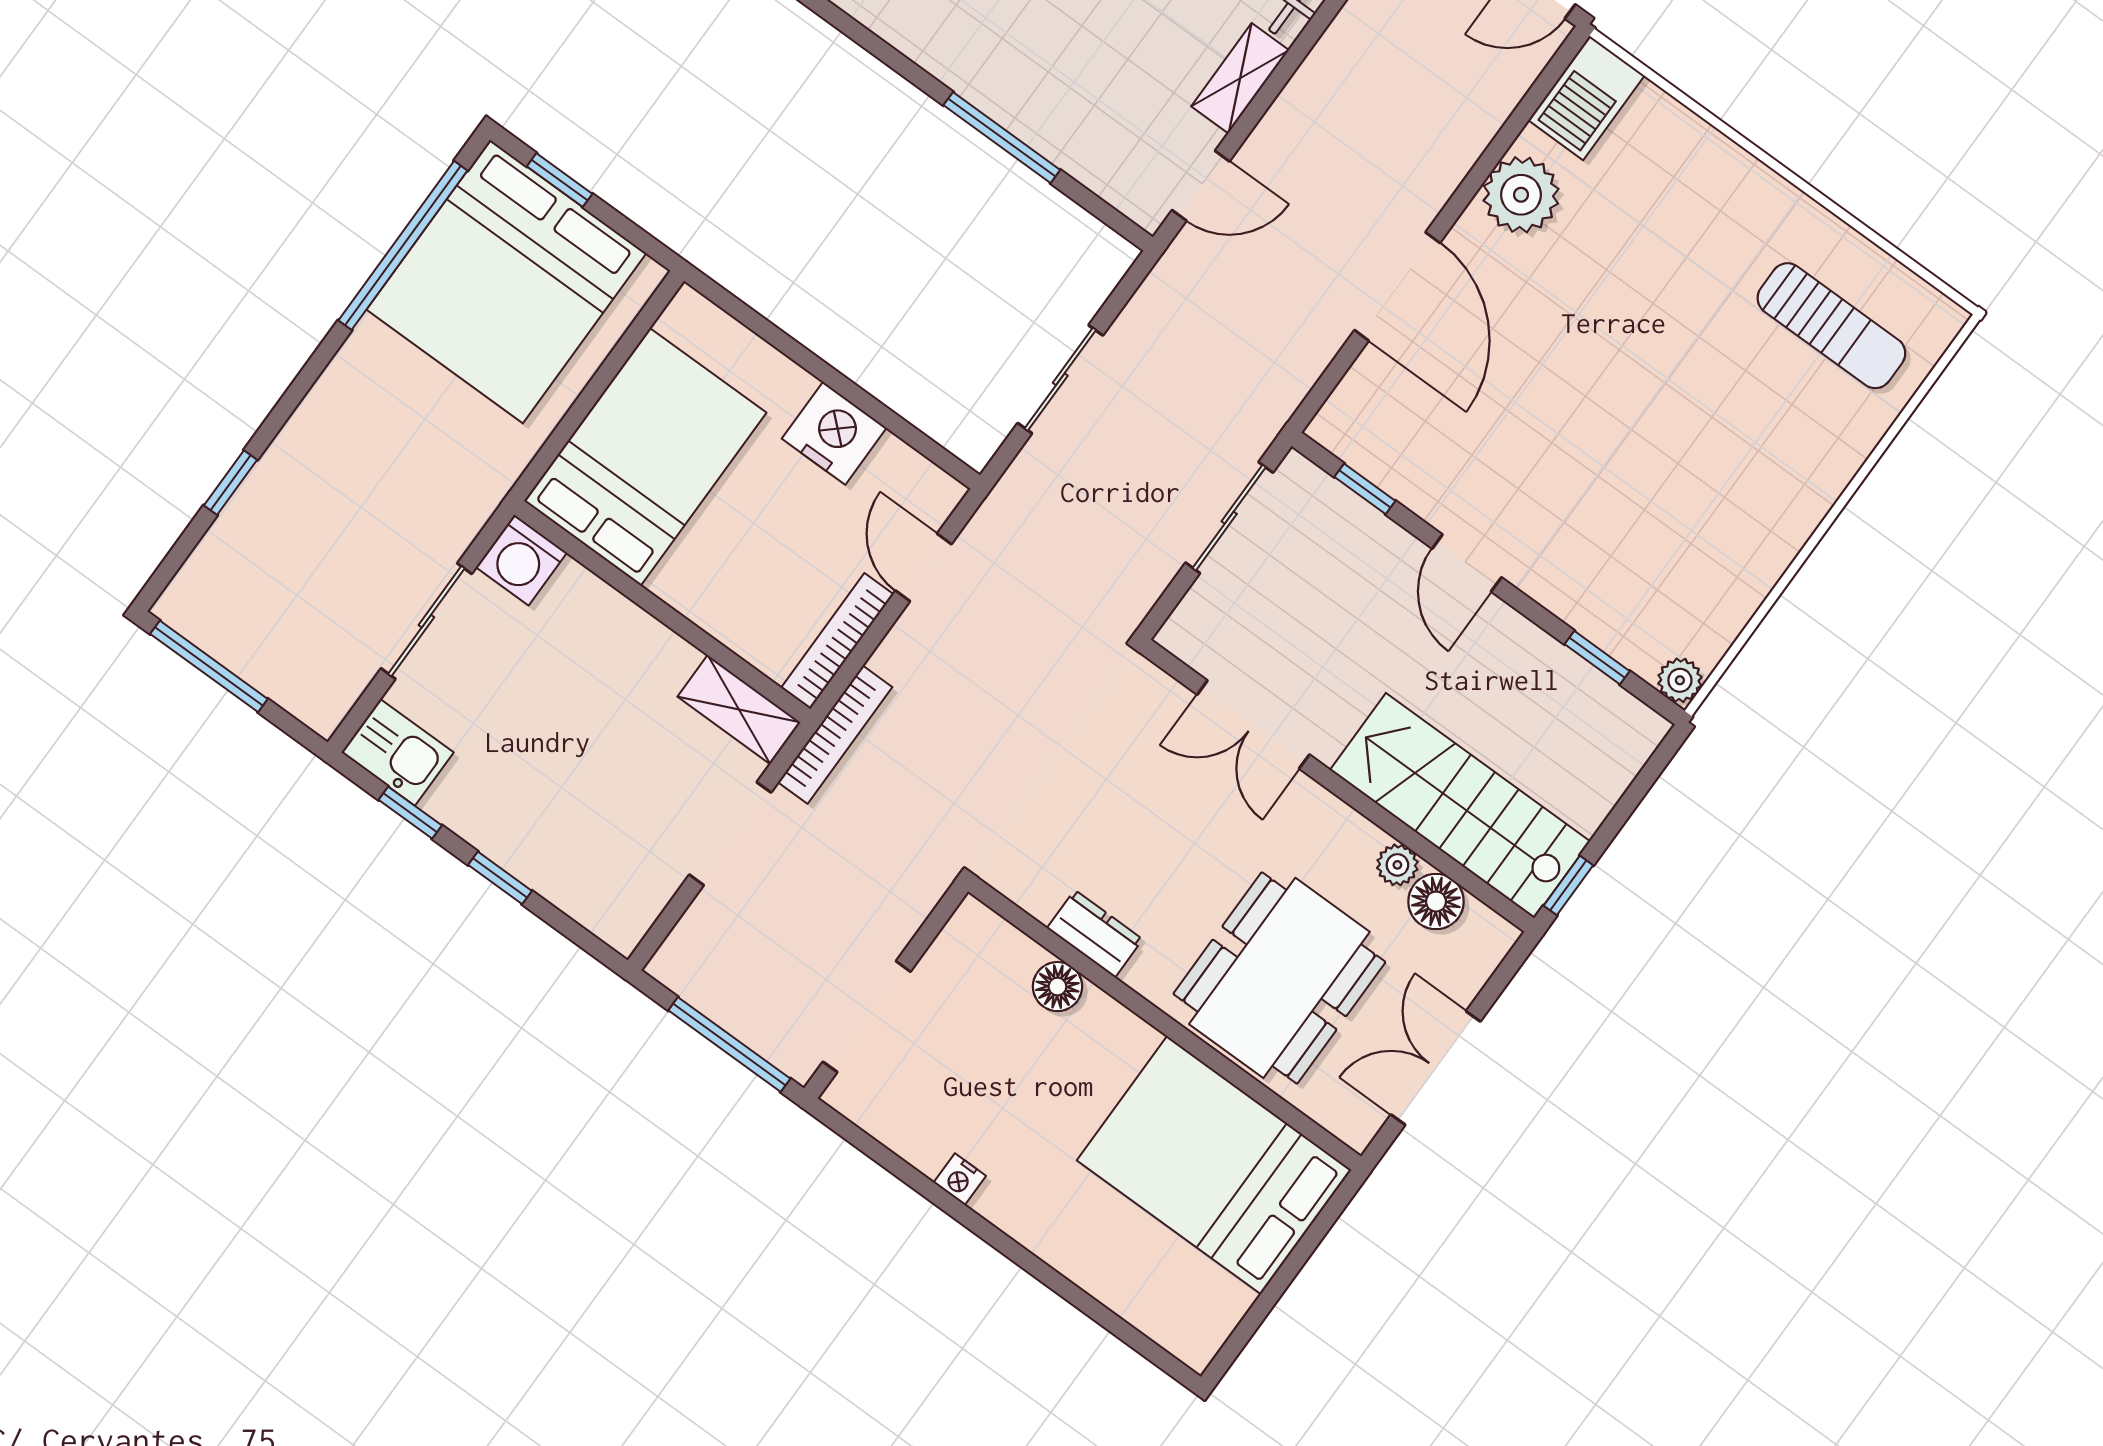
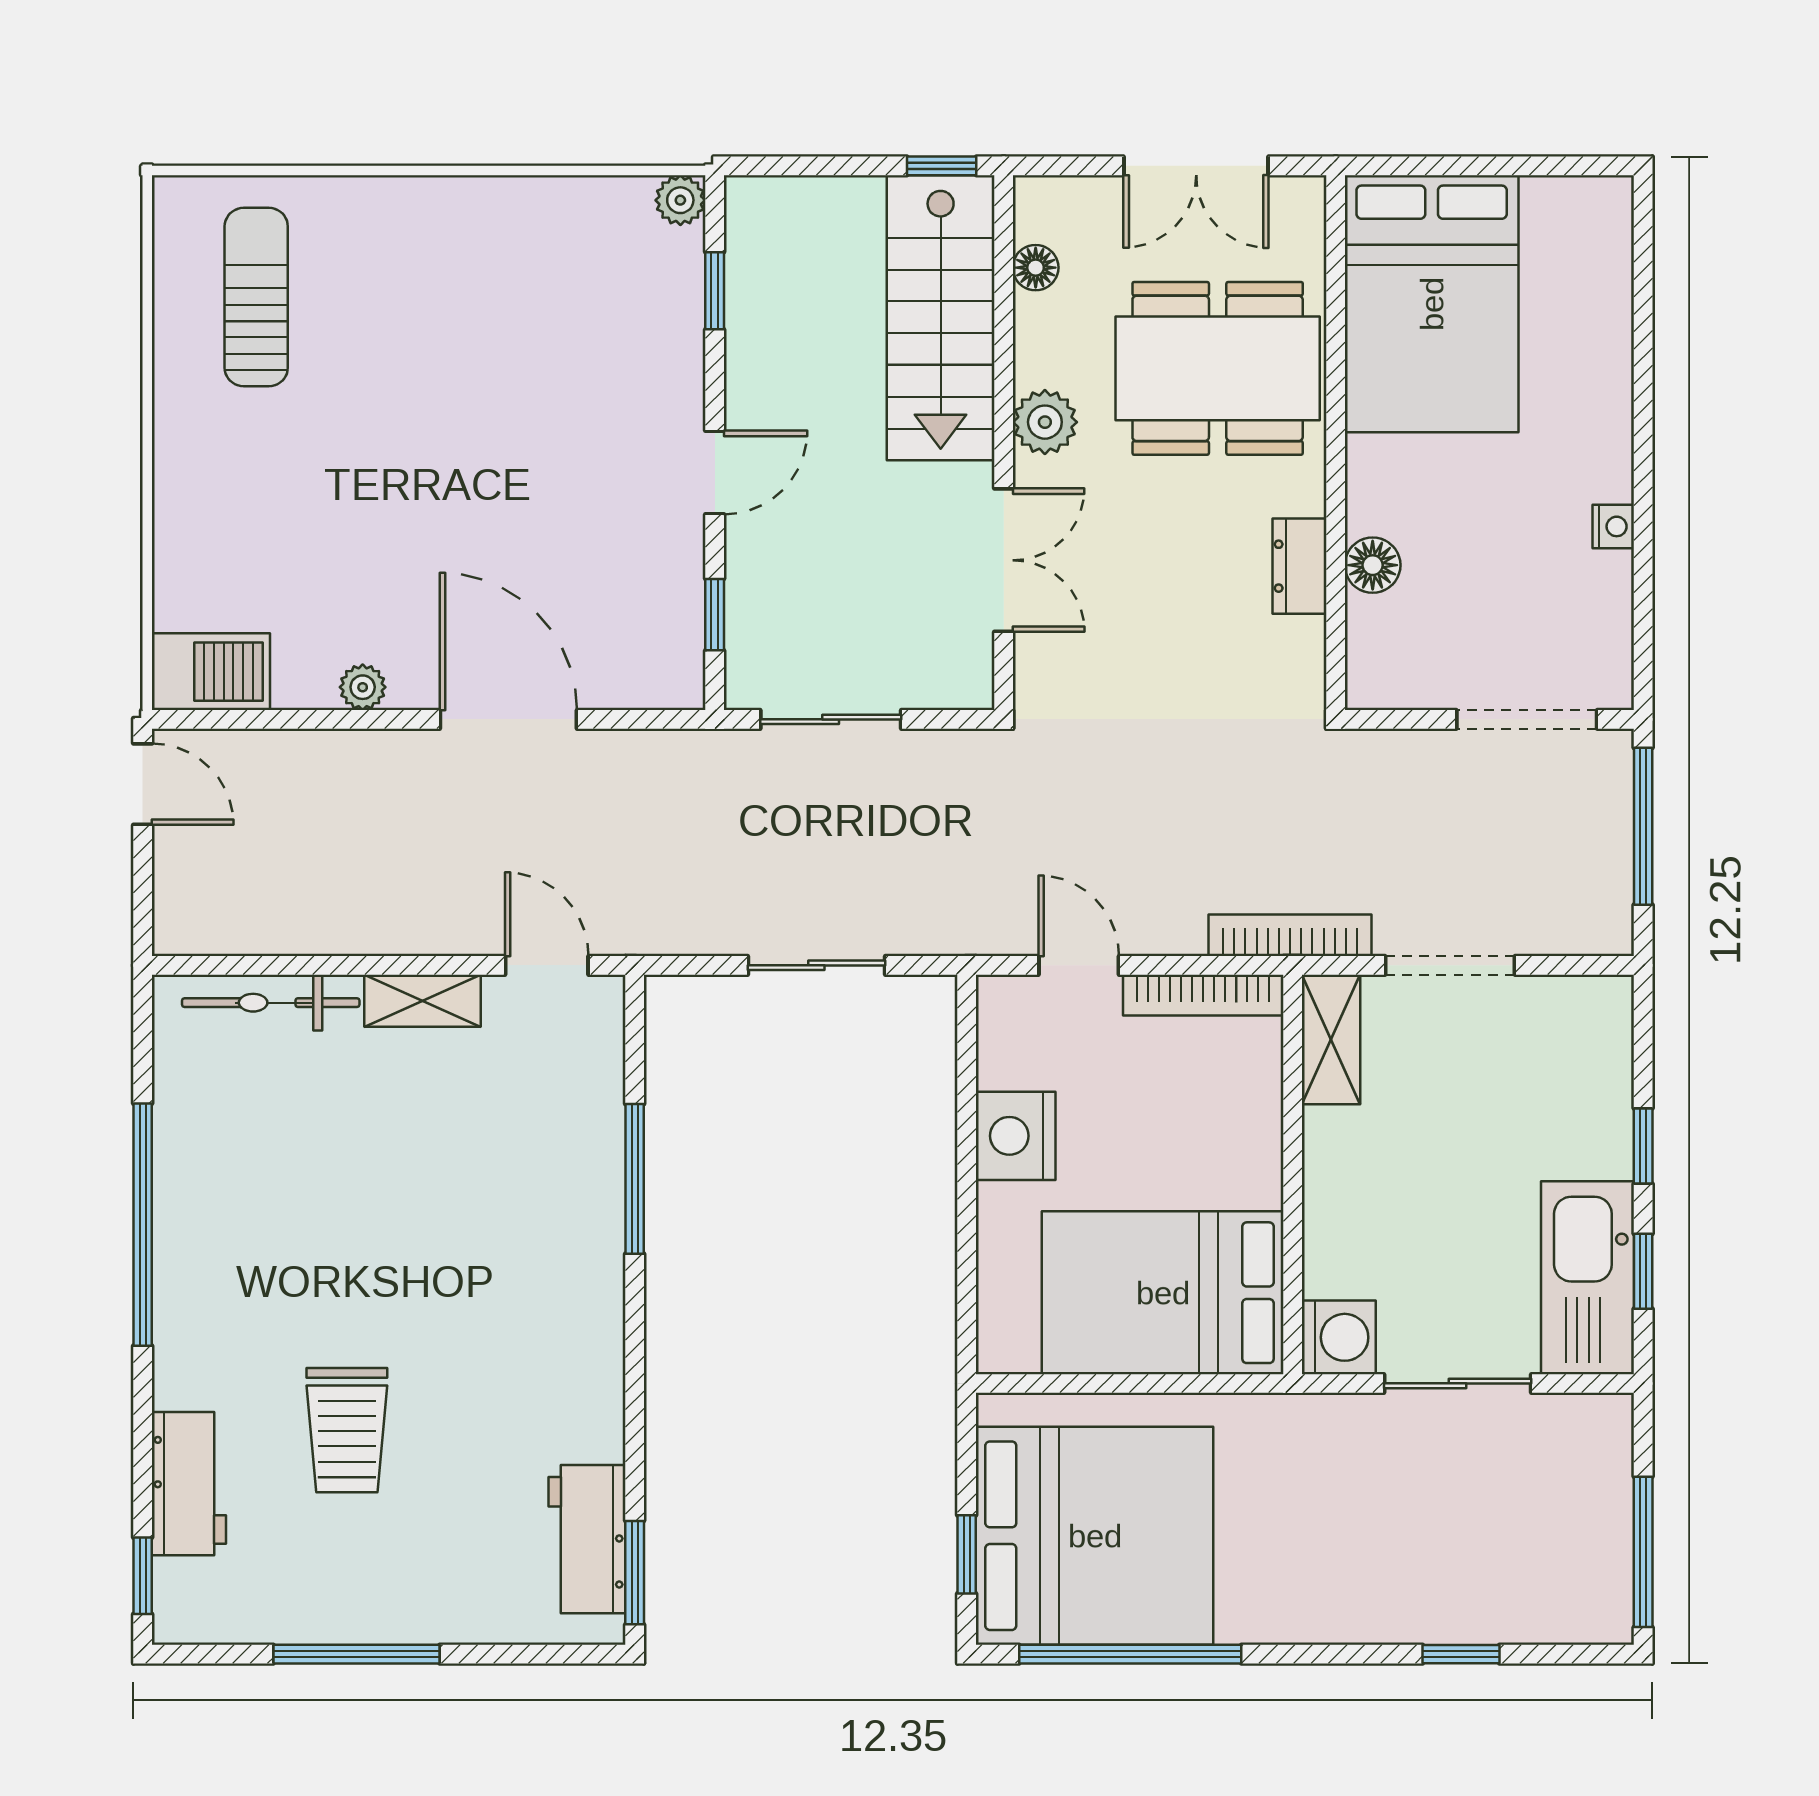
plant: (1521, 195) -> (363, 687), width x0.53, depth x0.53
door: (1397, 286) -> (508, 719), hinge flipped
door: (924, 567) -> (1079, 965), swing flipped
kitchen sink: (398, 752) -> (1588, 1278), width x1.87, depth x1.24
plant: (1397, 865) -> (1045, 422), moved, width x1.38, depth x1.38
floor lamp: (1436, 902) -> (1036, 268), width x0.73, depth x0.73

